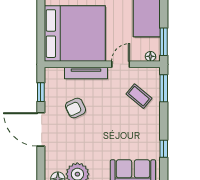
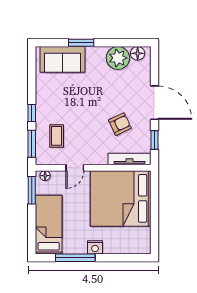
tv unit: (86, 73) -> (129, 159), moved
coffee table: (139, 96) -> (57, 136), turned 50
window: (164, 149) -> (32, 113), moved

